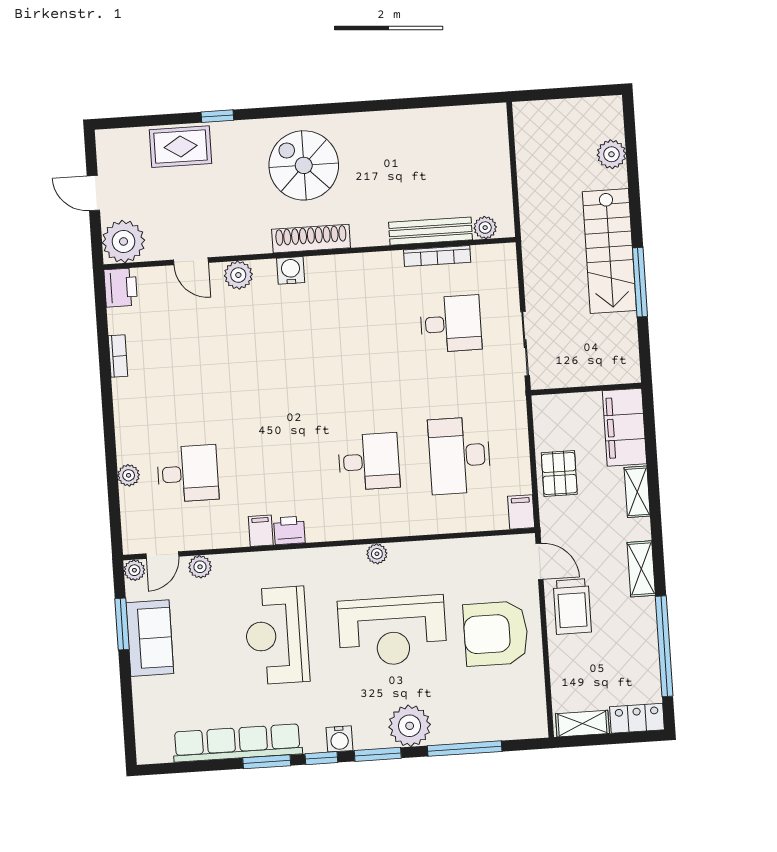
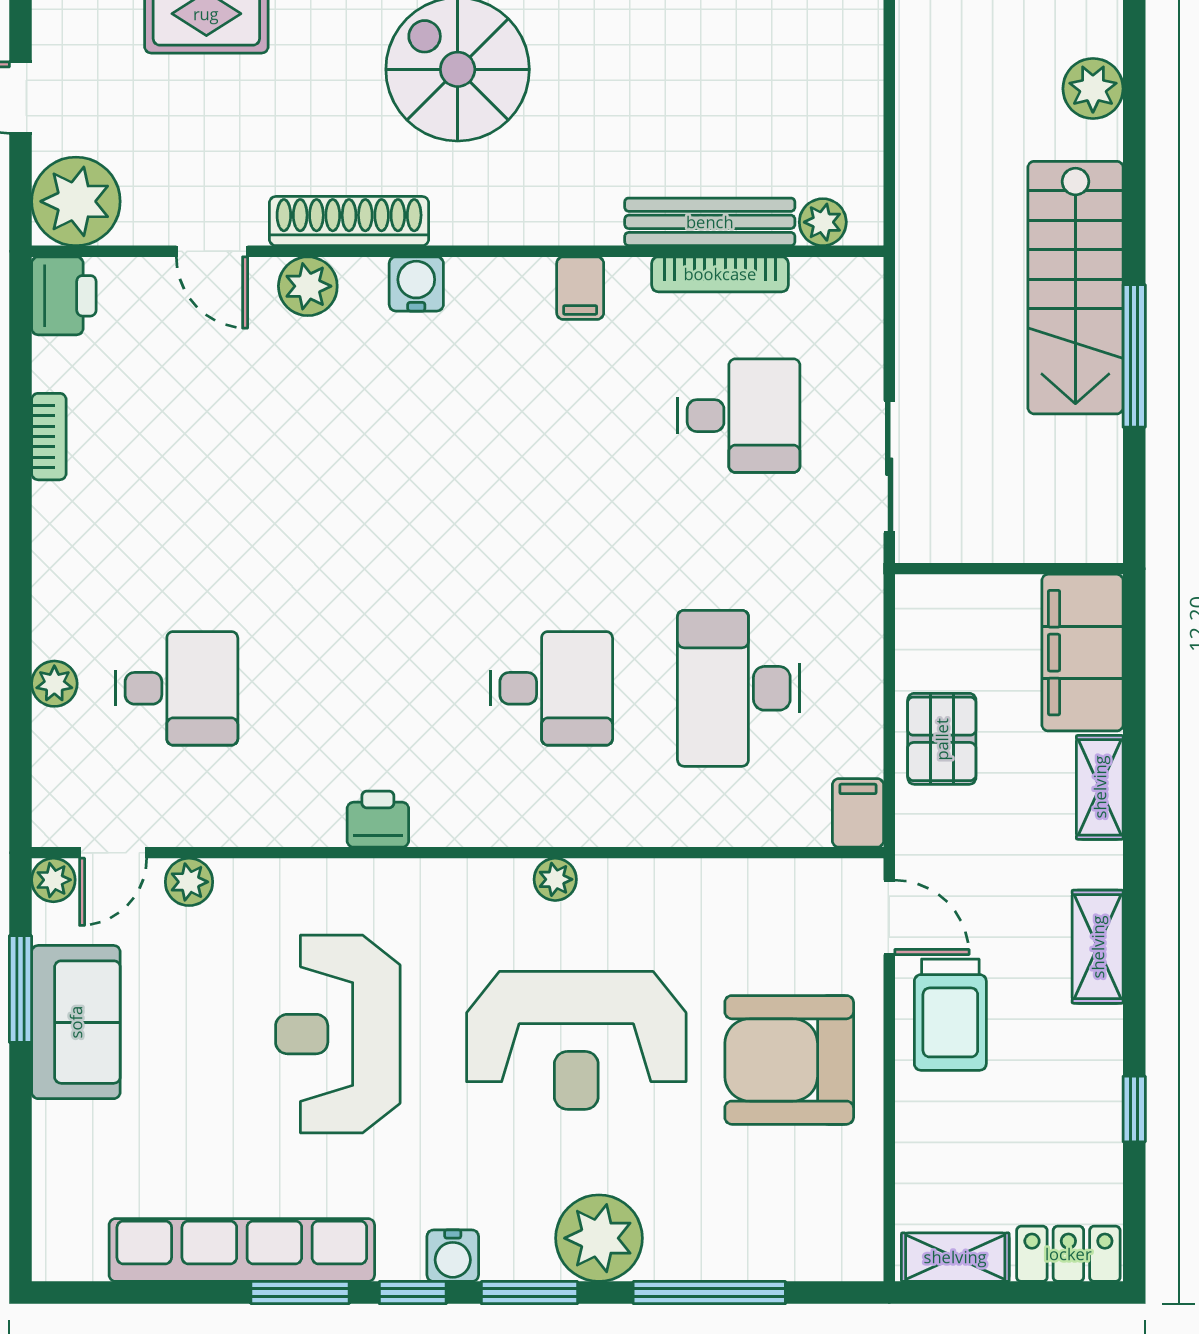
shoe rack: (311, 239) -> (349, 221), moved
filing cabinet: (261, 531) -> (580, 288), moved, turned 180
window: (664, 646) -> (1134, 1109), width x0.32

